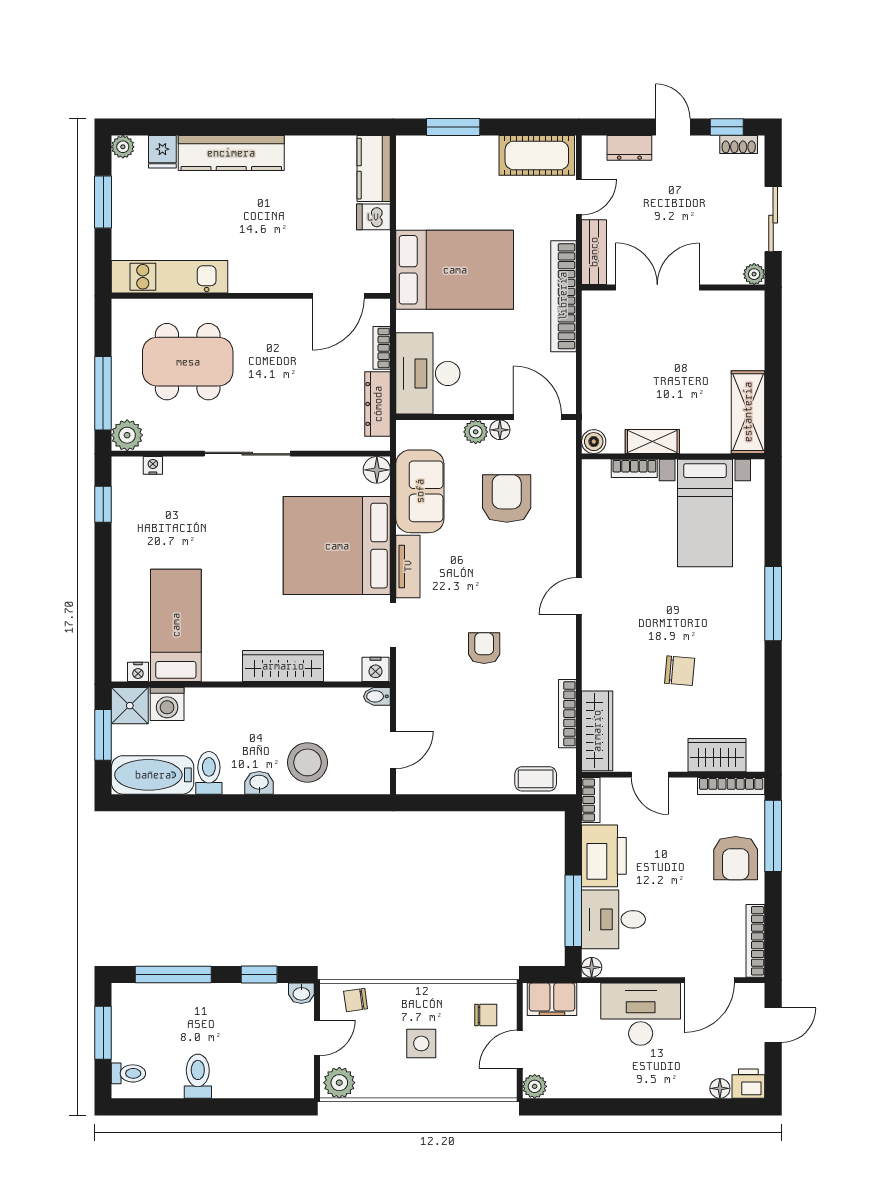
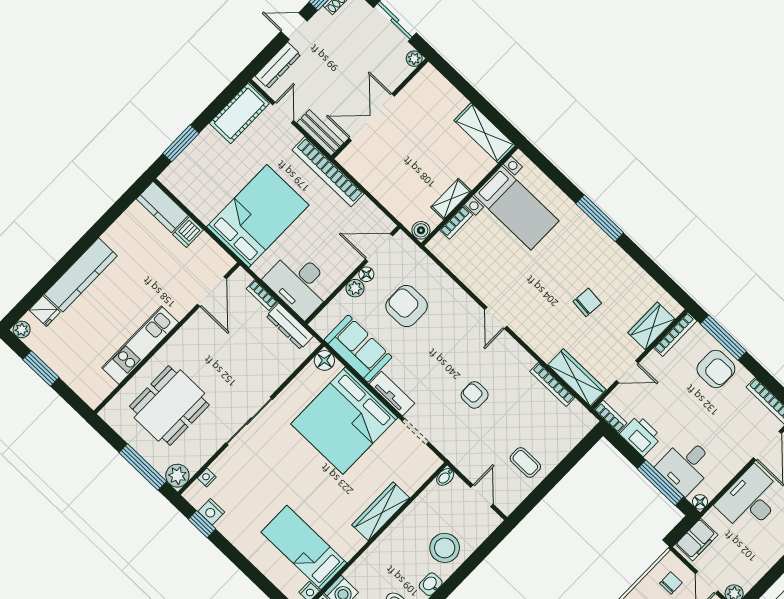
dresser: (629, 148) -> (278, 65), width x1.44
kitchen unit: (170, 277) -> (140, 345), moved
nightstand: (376, 669) -> (211, 512), moved, turned 90
coffee table: (536, 779) -> (525, 462), moved, turned 90
printer: (604, 856) -> (641, 436), width x0.73, depth x0.84

